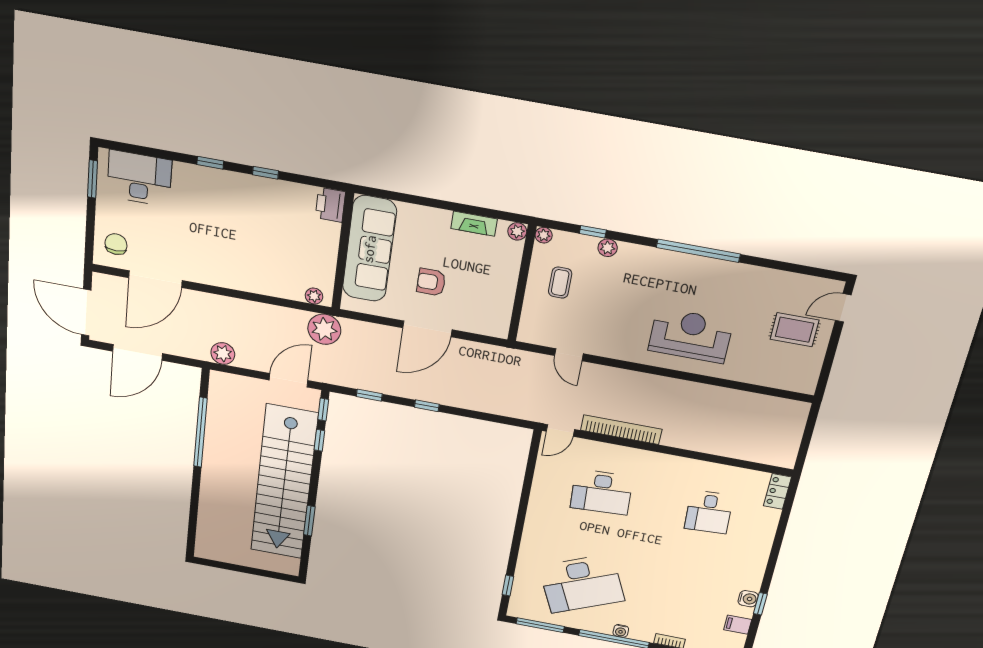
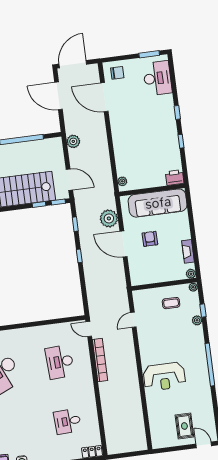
plant: (324, 329) -> (109, 218), moved
reception desk: (691, 335) -> (164, 377), turned 90

